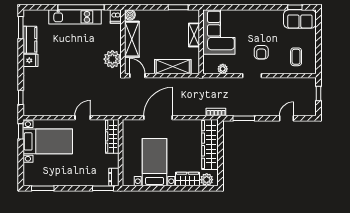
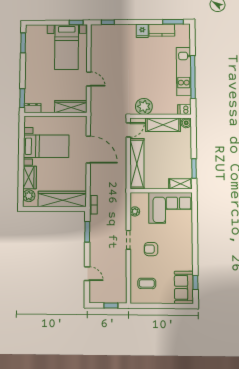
shelving: (194, 35) -> (180, 184), moved
shelving: (173, 67) -> (137, 163), width x1.47

